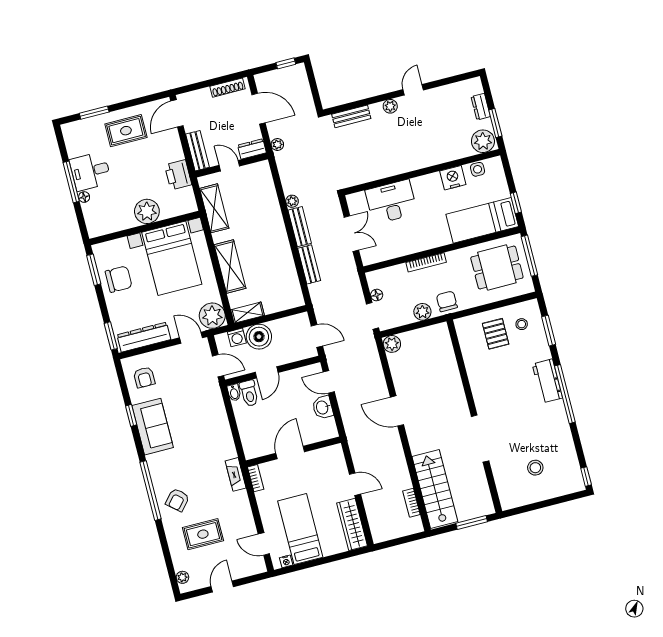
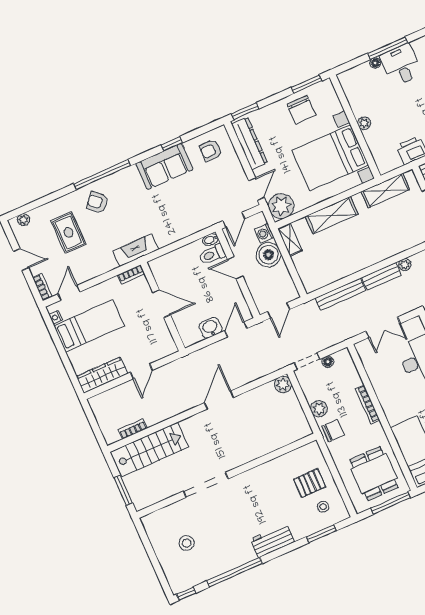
plant: (147, 211) -> (364, 123), width x0.53, depth x0.53
bench: (309, 264) -> (340, 294), width x1.36
window: (565, 394) -> (235, 572), moved
fireplace: (236, 474) -> (136, 250), width x1.37, depth x1.32
bookcase: (253, 570) -> (42, 287), added

